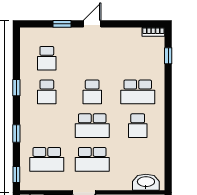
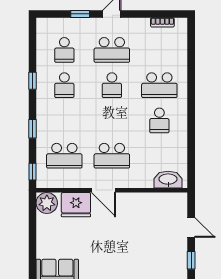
bookcase: (153, 32) -> (162, 22), moved
window: (168, 56) -> (191, 47), removed
school desk: (92, 126) -> (112, 50), moved

